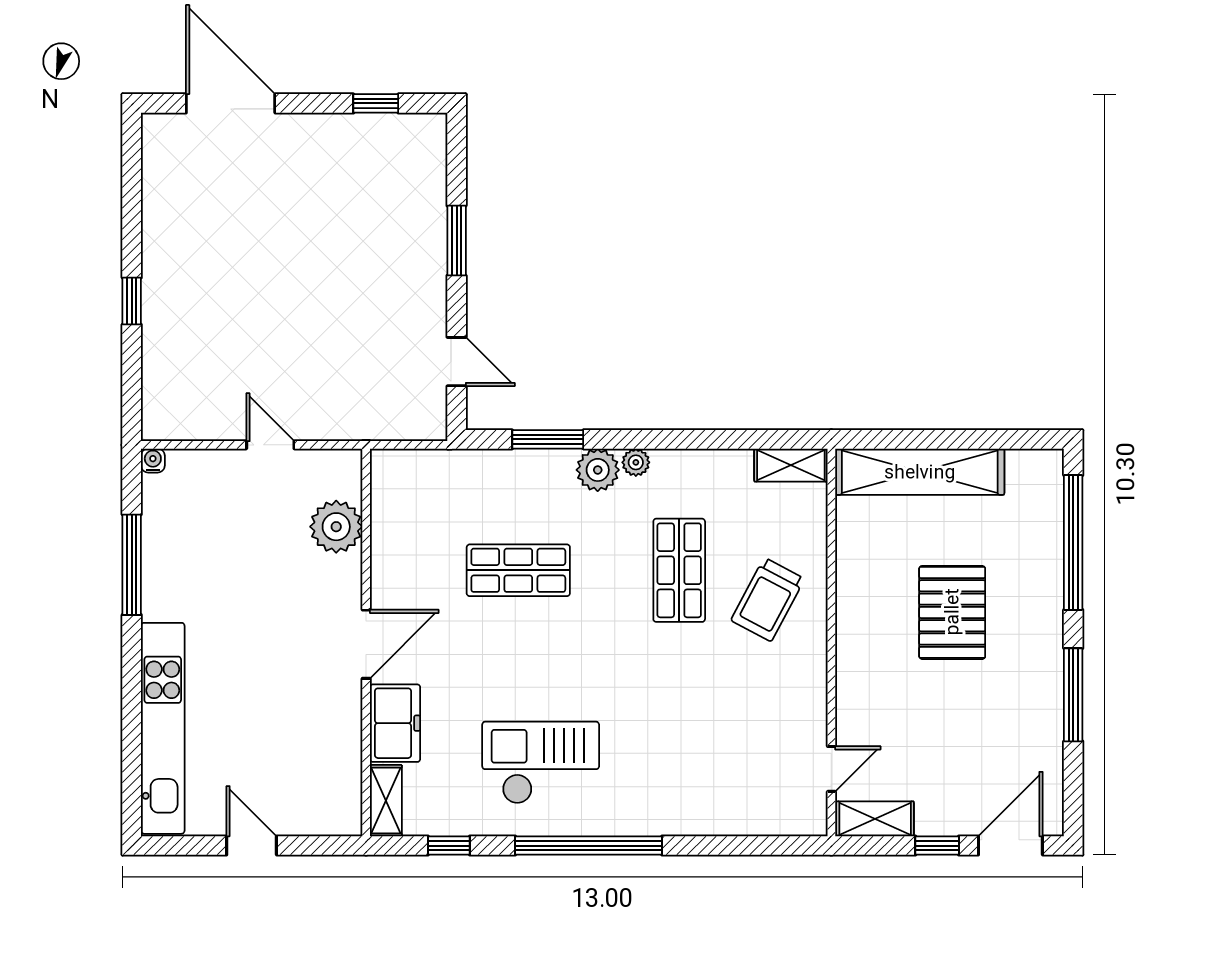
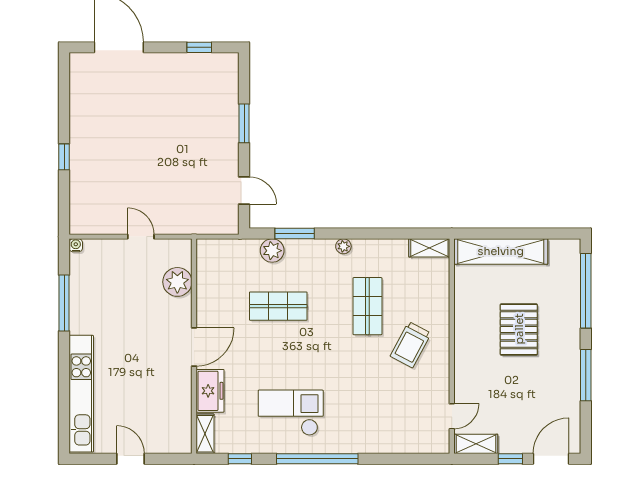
plant: (598, 470) -> (272, 251), moved
trolley: (768, 600) -> (411, 345), moved

